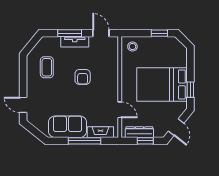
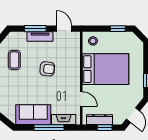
armchair: (83, 77) -> (47, 69), turned -85
bed: (162, 84) -> (106, 69), moved, turned 180

